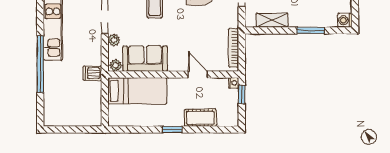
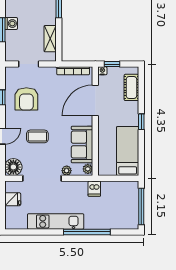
door: (198, 74) -> (95, 100), width x1.87
bed: (137, 91) -> (128, 151), moved
cot: (200, 118) -> (131, 87), moved
window: (71, 130) -> (141, 206), added

